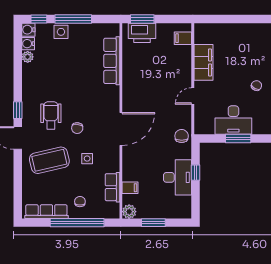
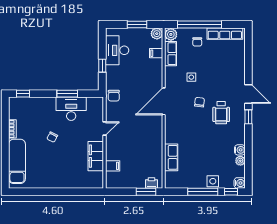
printer: (142, 33) -> (152, 183), width x0.53, depth x0.68
filing cabinet: (183, 38) -> (113, 166), moved
water cooler: (28, 44) -> (240, 150), moved
row of seats: (112, 61) -> (171, 157), width x0.68
coffee table: (49, 160) -> (222, 76), removed
desk: (177, 177) -> (117, 50), moved
plant: (112, 211) -> (171, 34), added

